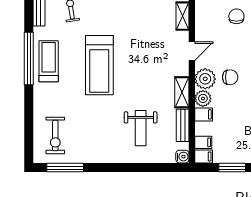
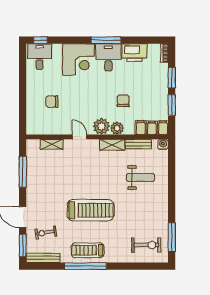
chair: (230, 77) -> (123, 101), moved
filing cabinet: (204, 114) -> (141, 128), moved

